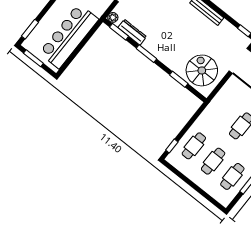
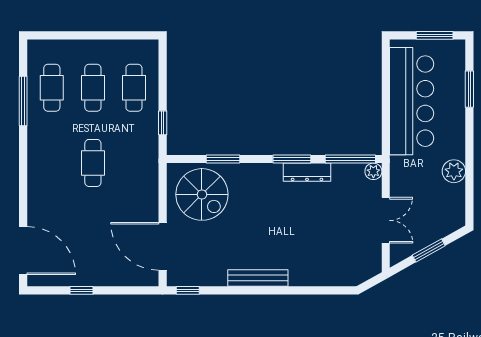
window: (30, 29) -> (469, 89), moved
window: (119, 32) -> (350, 159), width x1.44
dresser: (132, 32) -> (307, 172), moved
window: (172, 146) -> (163, 123), moved

